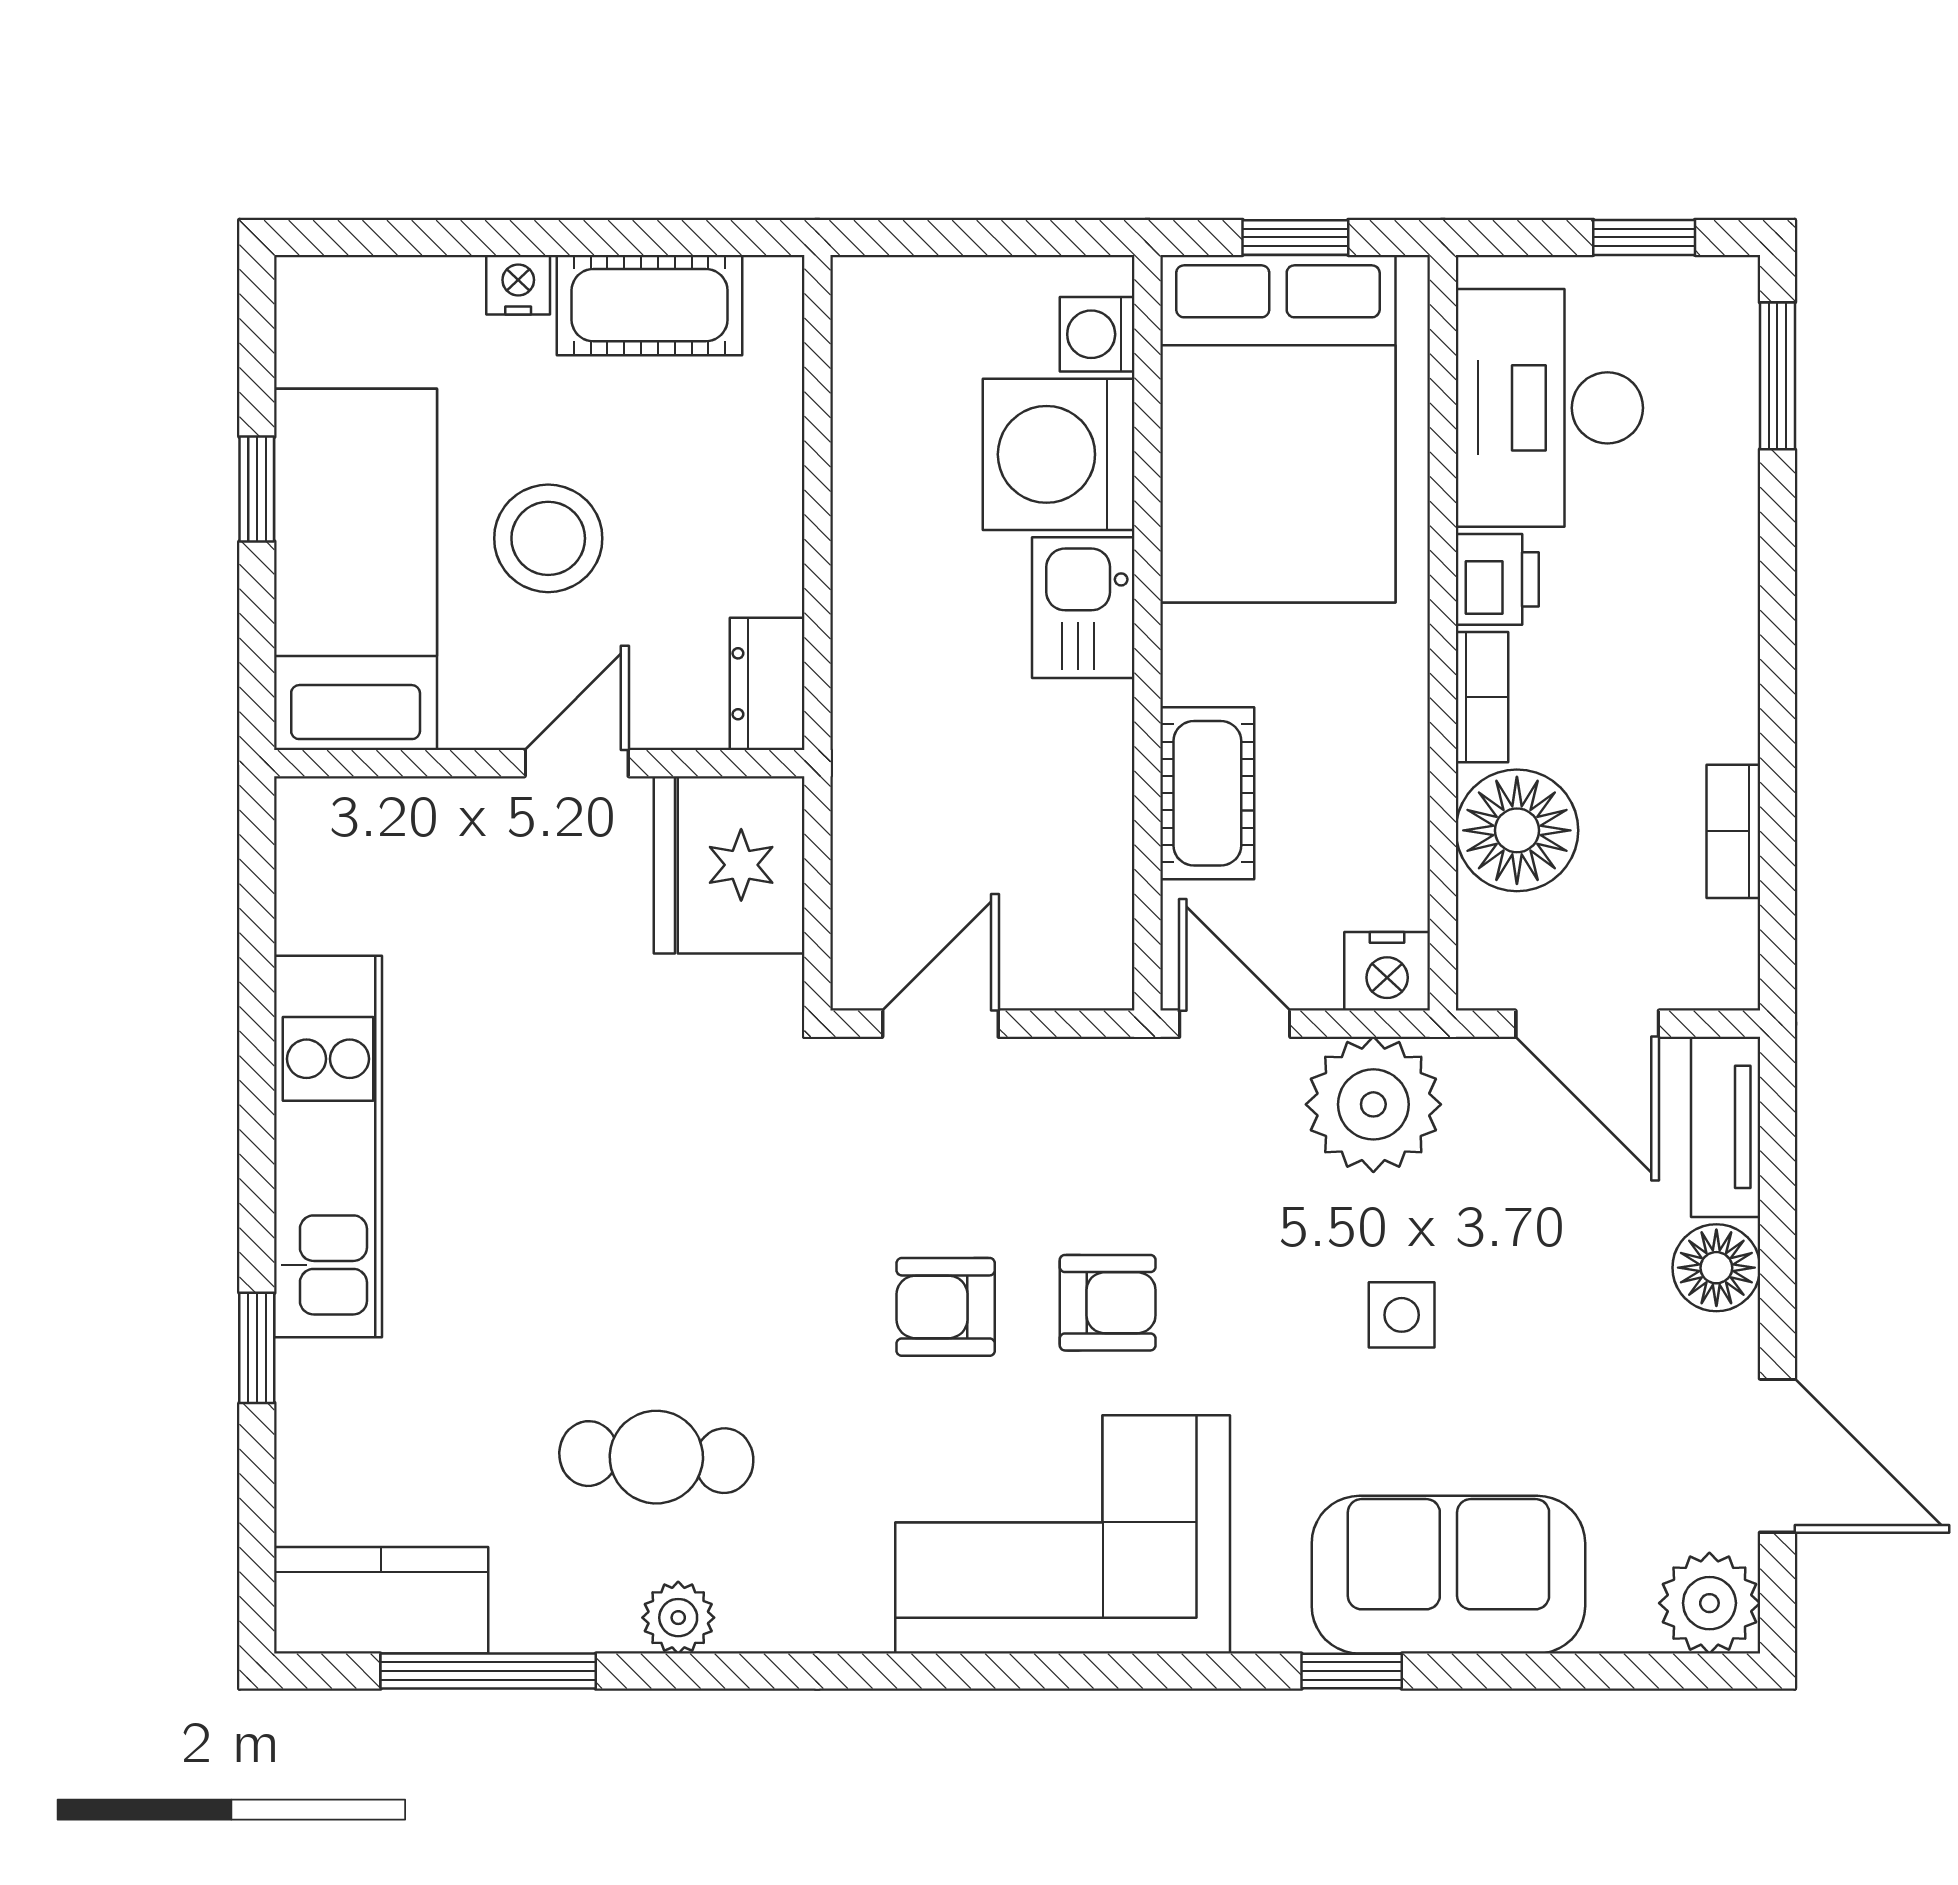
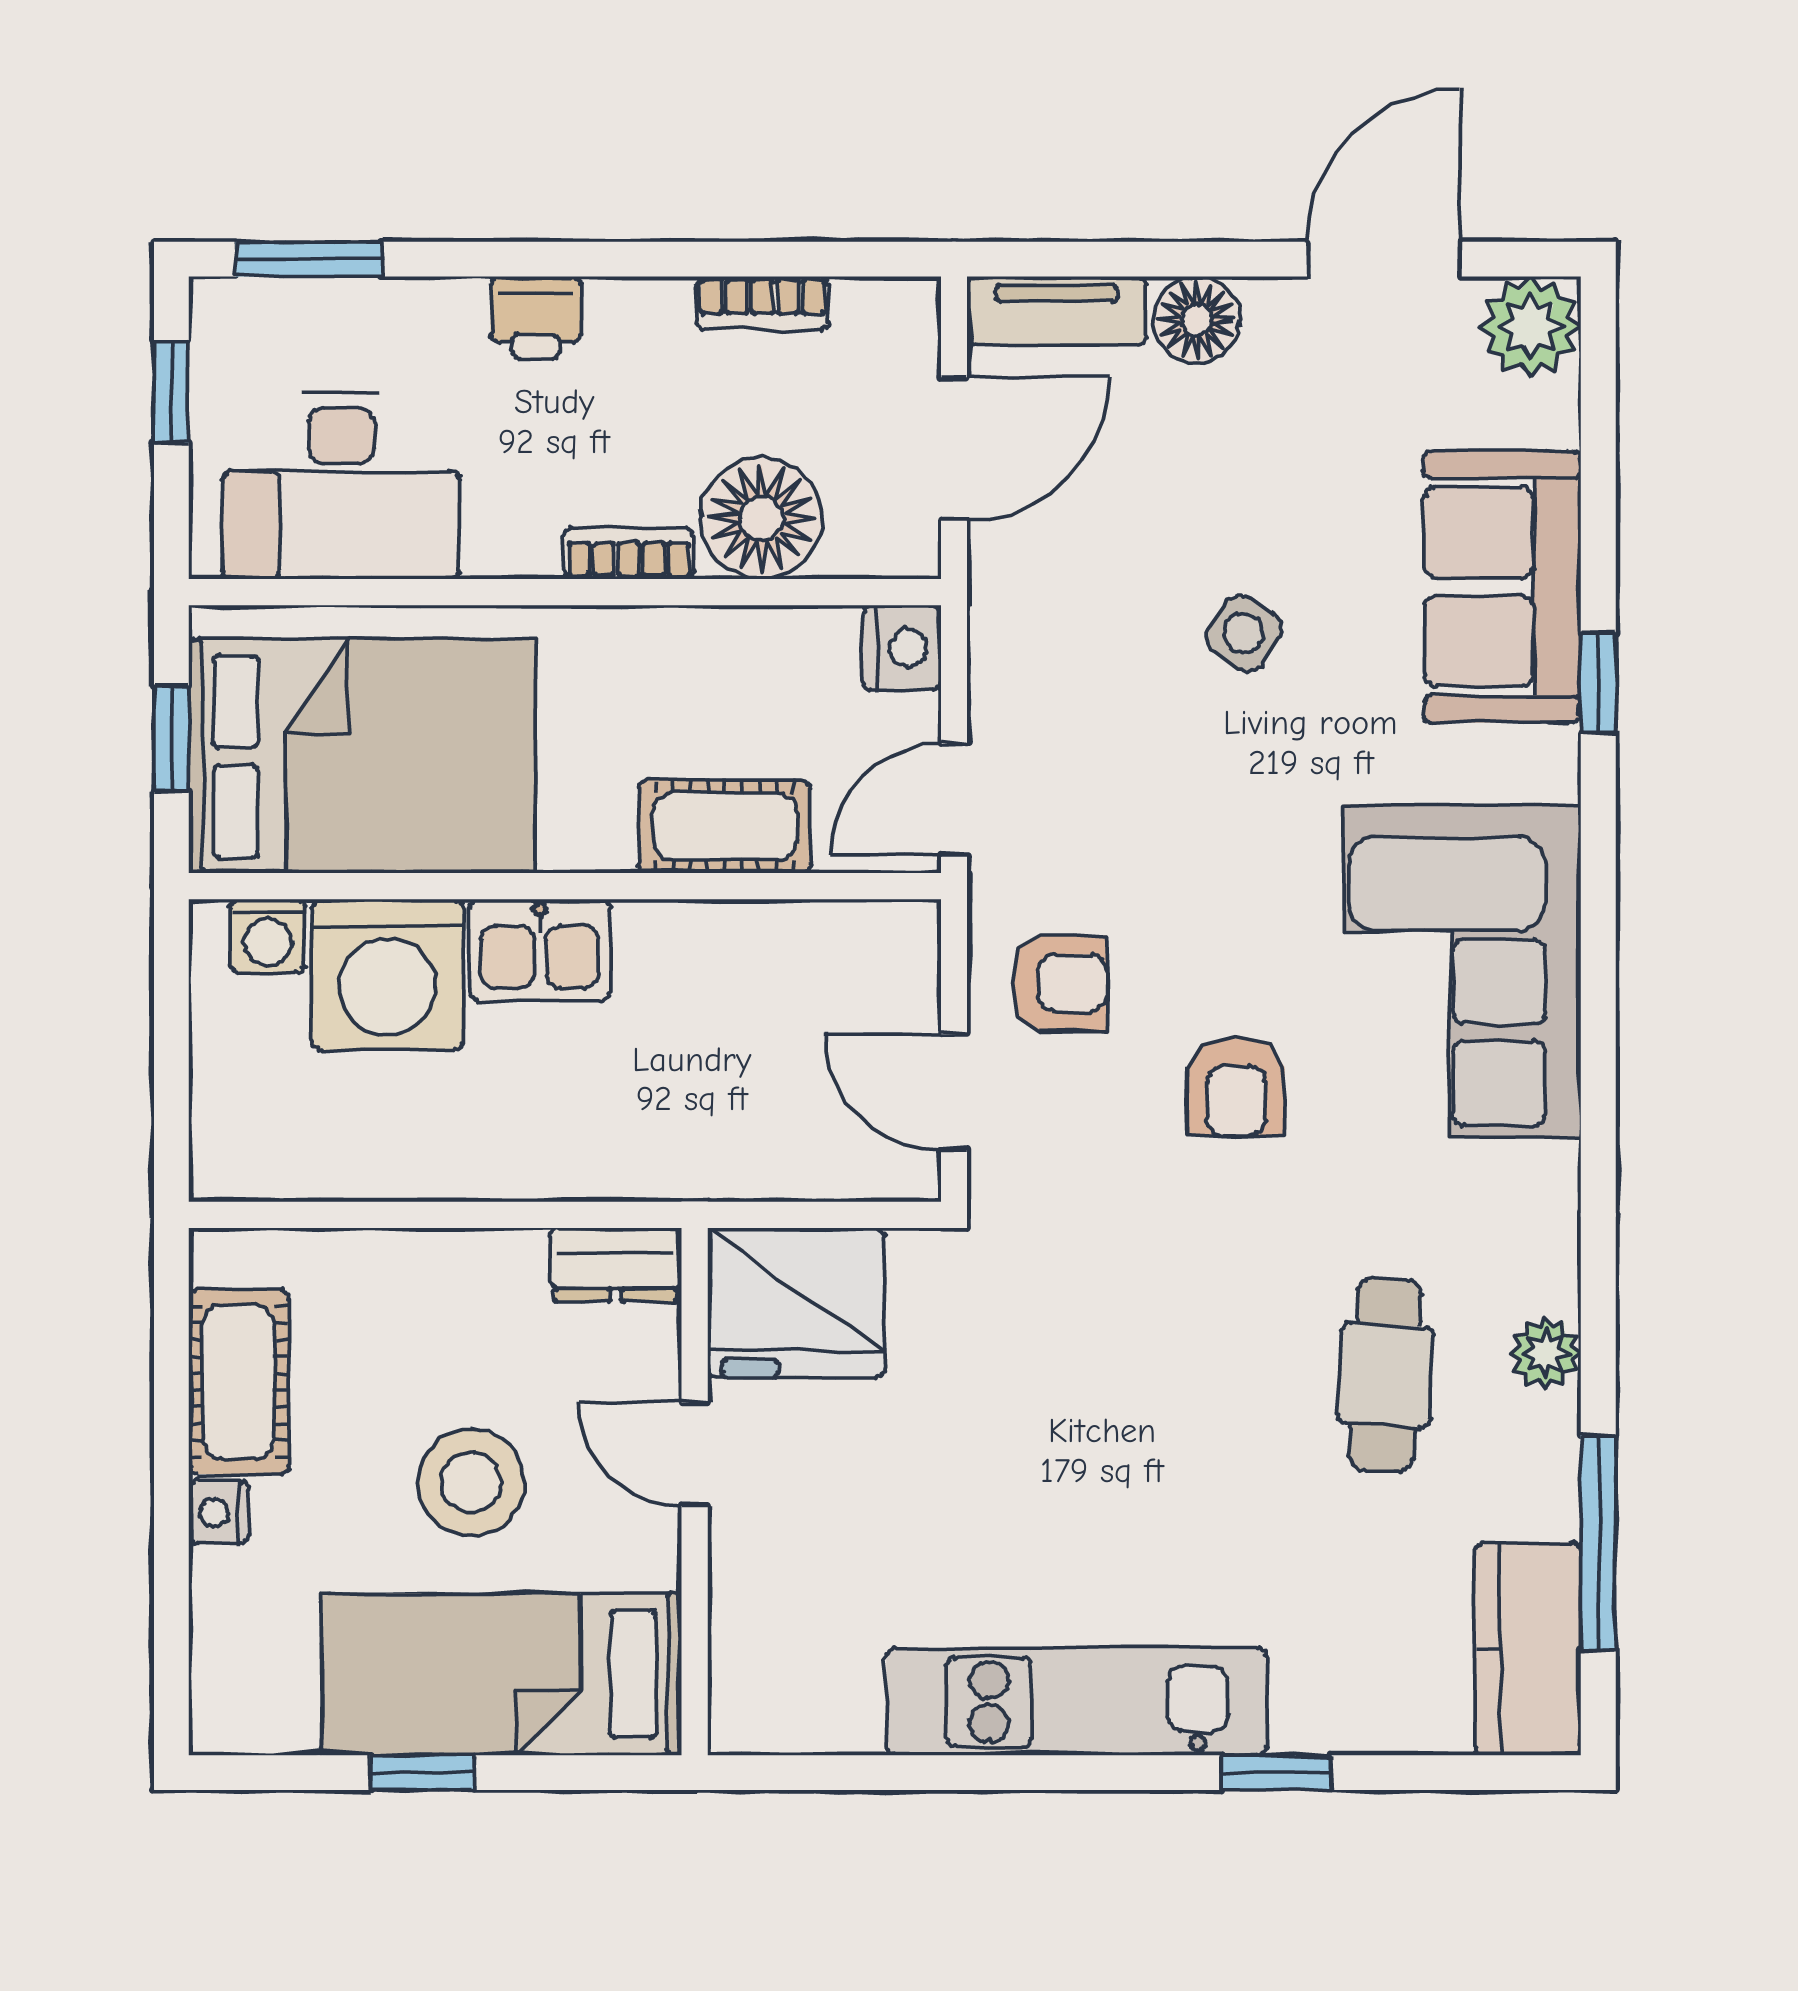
printer: (1497, 579) -> (536, 318), moved, turned 180
plant: (1373, 1104) -> (1034, 661), removed
armchair: (1108, 1303) -> (1059, 983), moved, turned 90
side table: (1402, 1315) -> (1244, 633), turned 32

